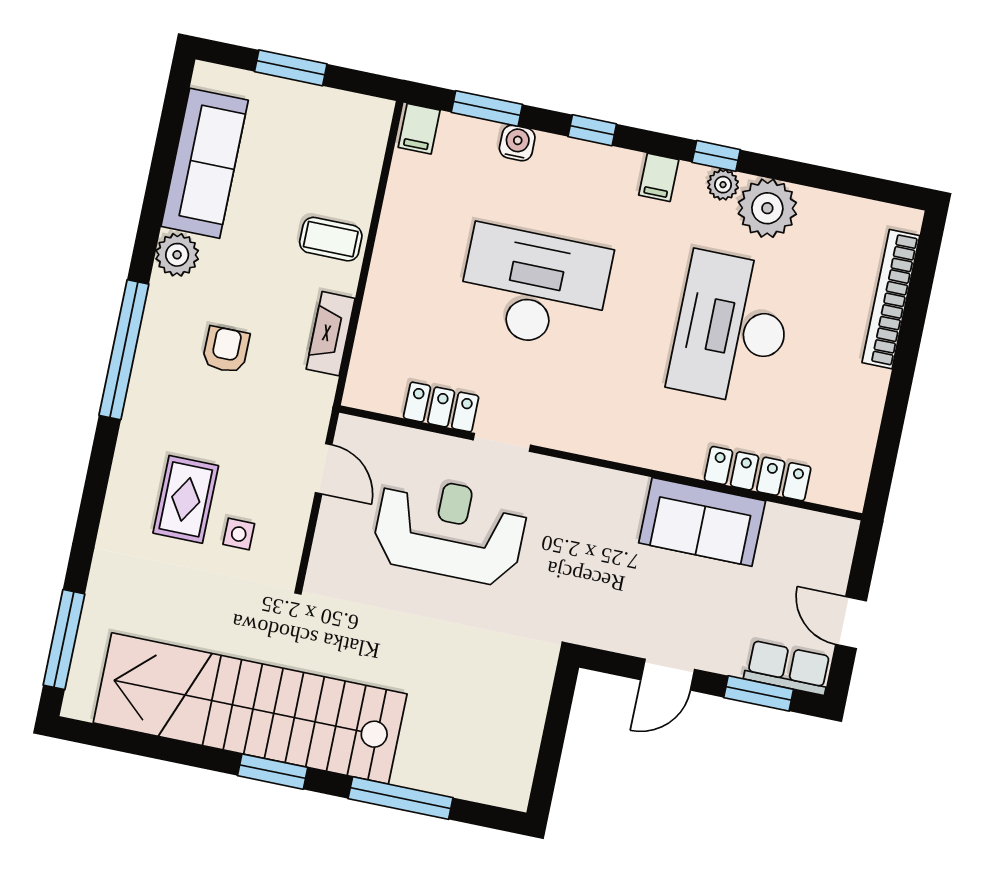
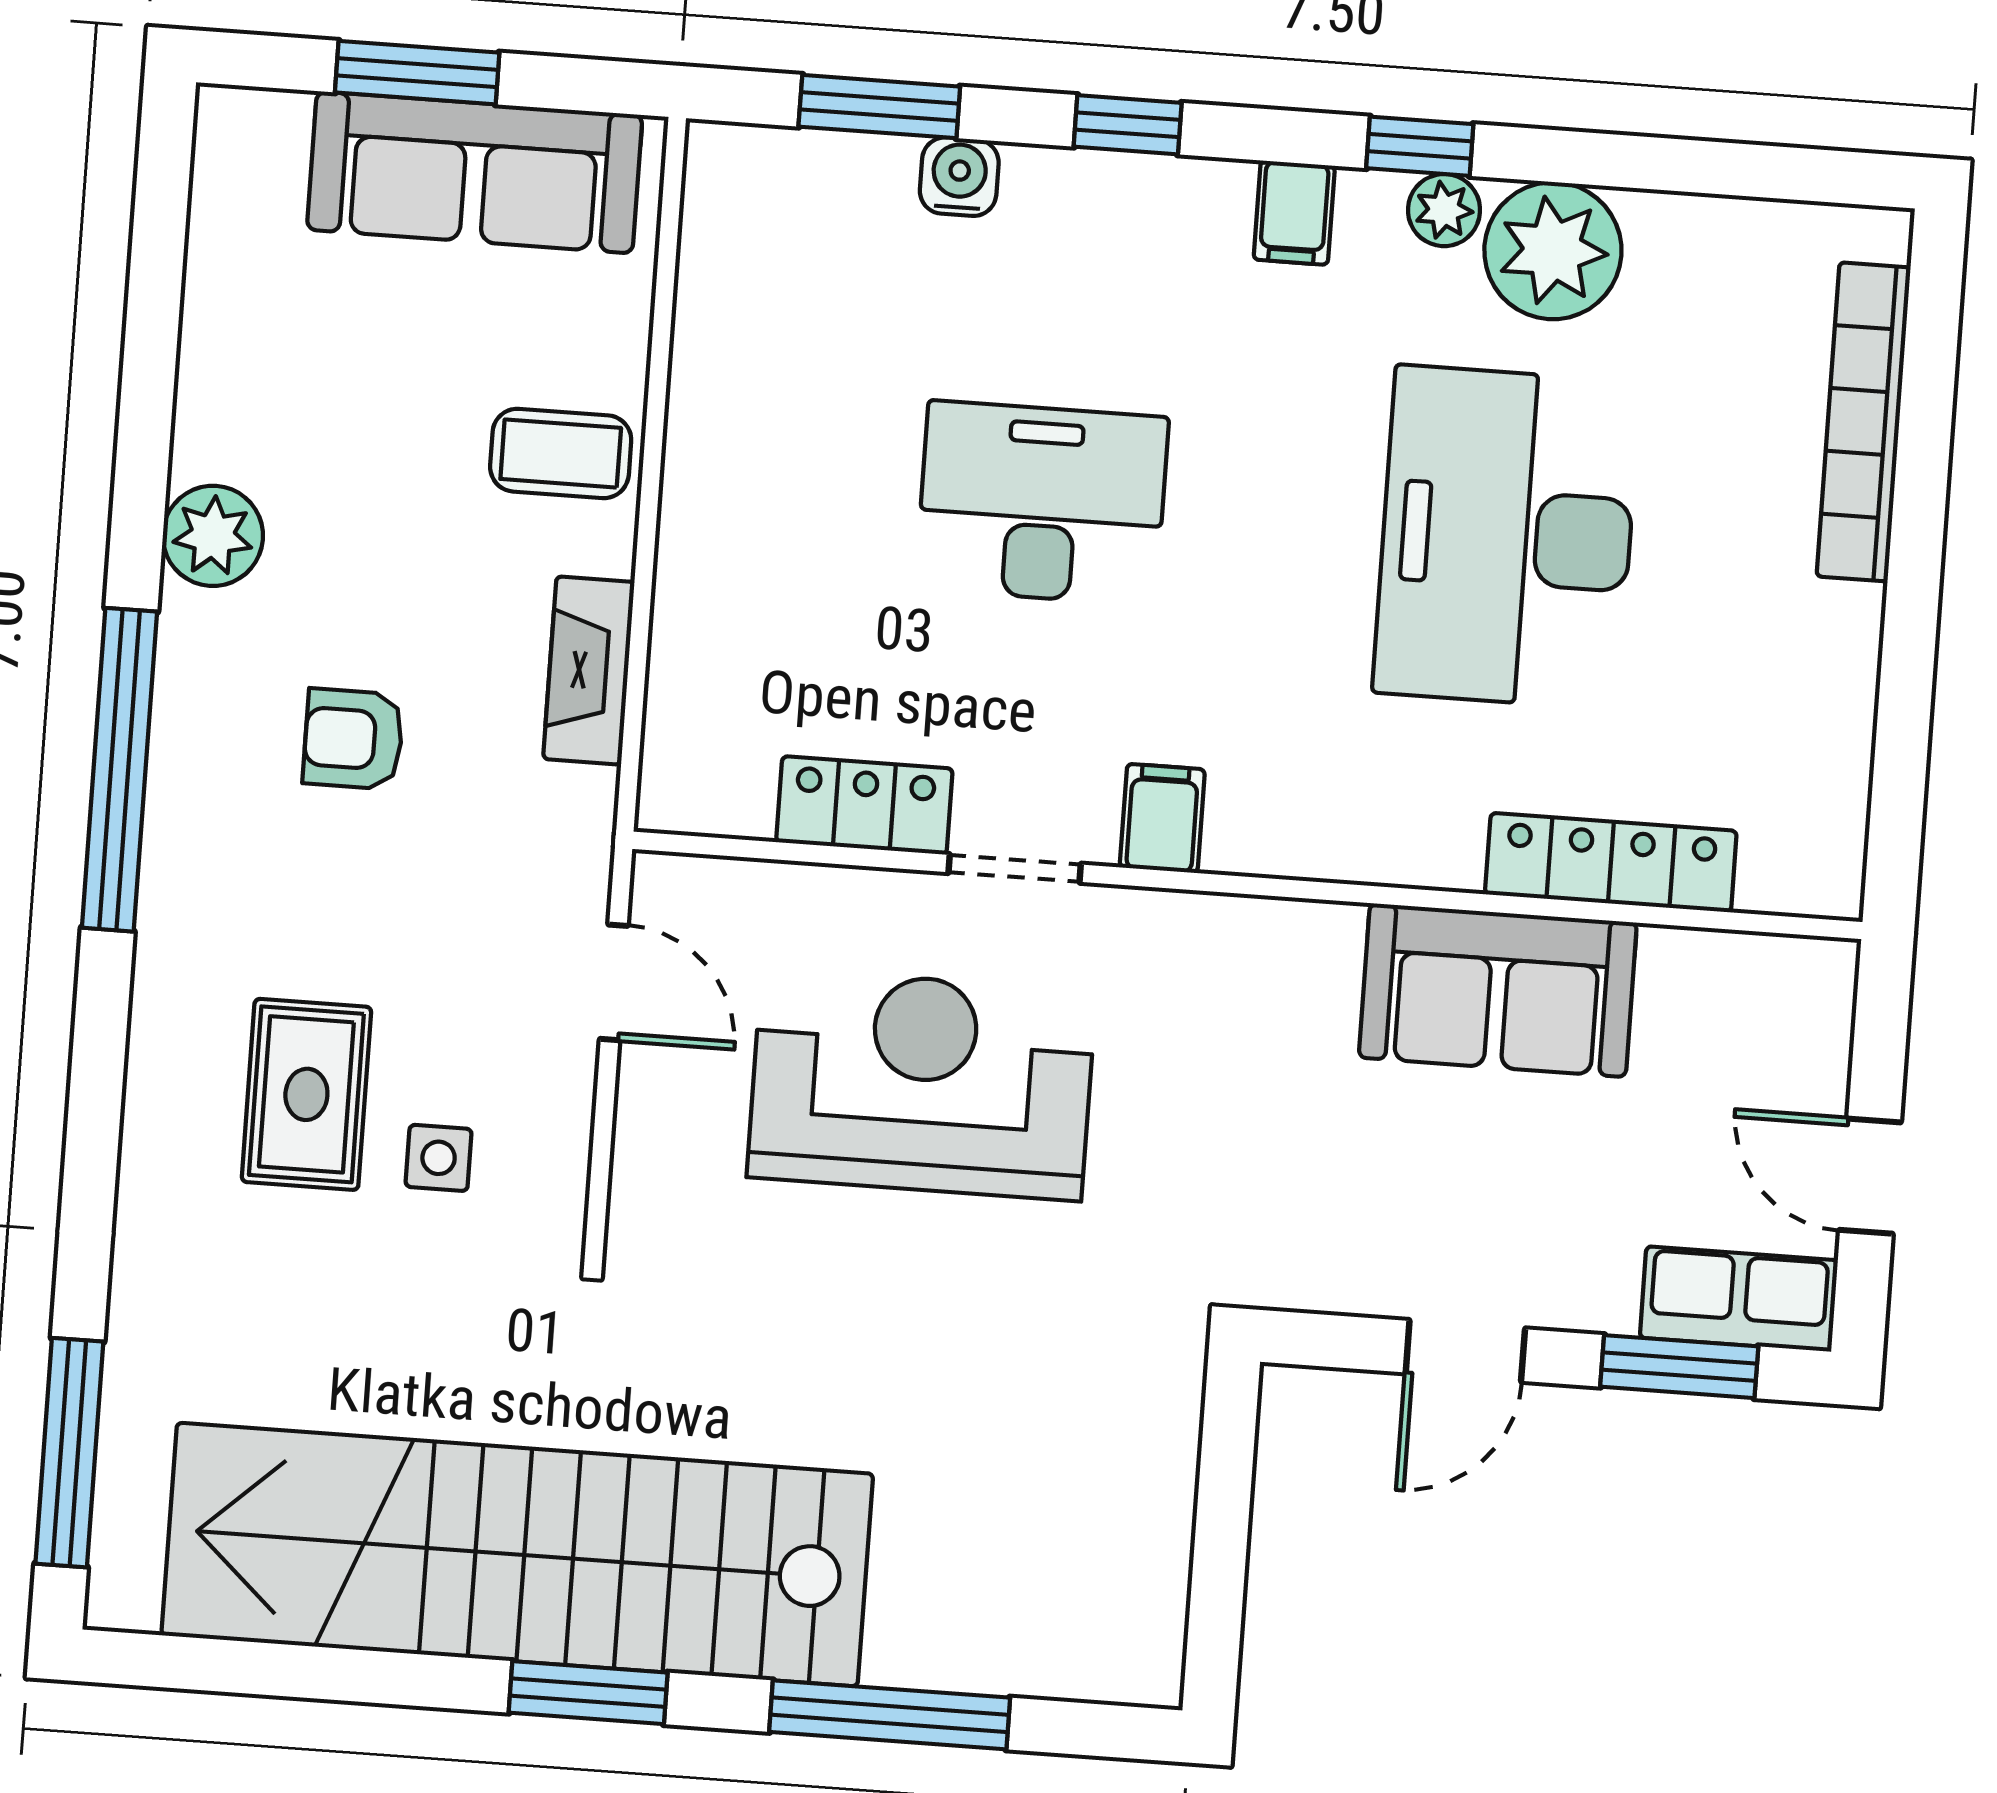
filing cabinet: (419, 129) -> (1162, 818), moved, turned 180
sofa: (205, 163) -> (475, 172), moved, turned 90
desk: (534, 287) -> (1042, 503), width x0.73, depth x0.77
armchair: (226, 350) -> (353, 739), turned -90

